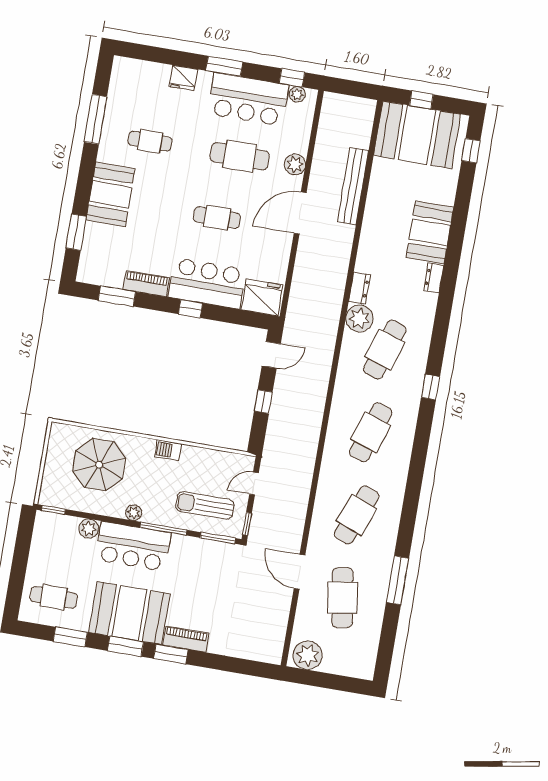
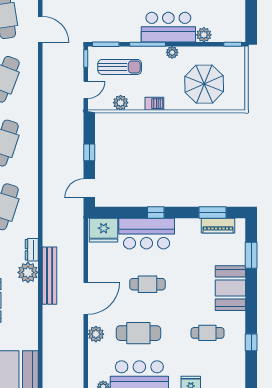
window: (95, 119) -> (251, 342), width x0.46
bench: (353, 186) -> (50, 276), moved
piano: (146, 284) -> (218, 226), moved
plant: (359, 318) -> (28, 272), moved
plant: (212, 459) -> (121, 103), added

